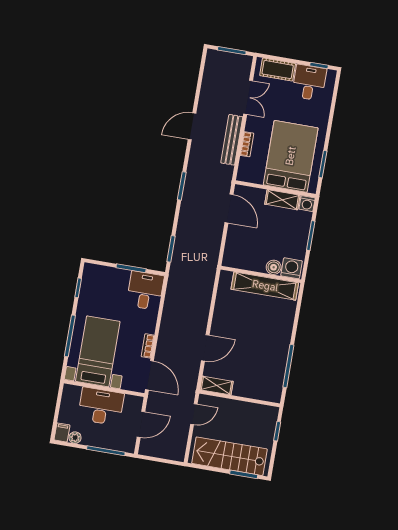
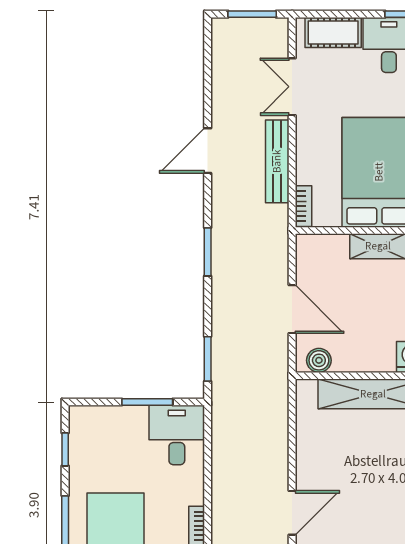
double door: (248, 97) -> (292, 87), swing flipped
bookcase: (247, 144) -> (303, 206), moved
door: (229, 208) -> (292, 309), moved
boiler: (274, 267) -> (319, 360), moved

